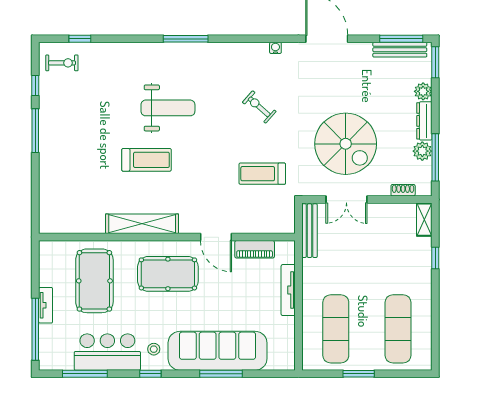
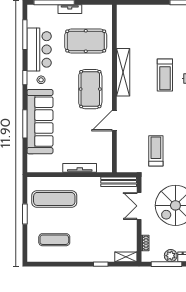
piano: (255, 249) -> (106, 146), removed
exercise mat: (398, 329) -> (54, 240), width x0.73, depth x0.69

